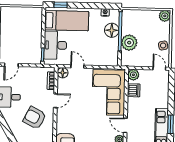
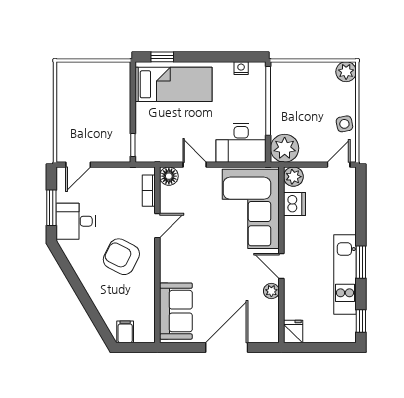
floor lamp: (112, 30) -> (253, 99), removed
plant: (129, 43) -> (285, 148), moved
desk: (55, 45) -> (241, 143), moved, turned -90
door: (159, 69) -> (339, 165), hinge flipped

